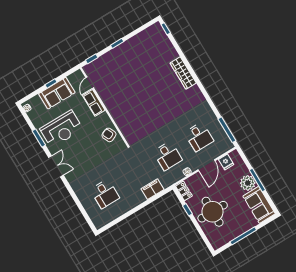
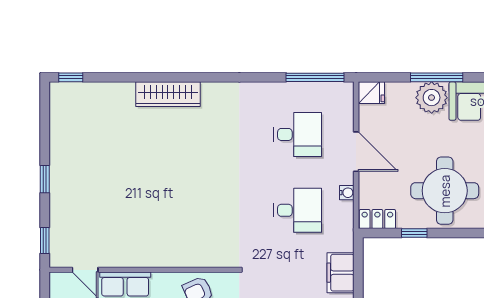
fridge: (226, 162) -> (371, 93), moved

